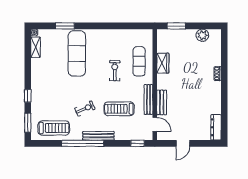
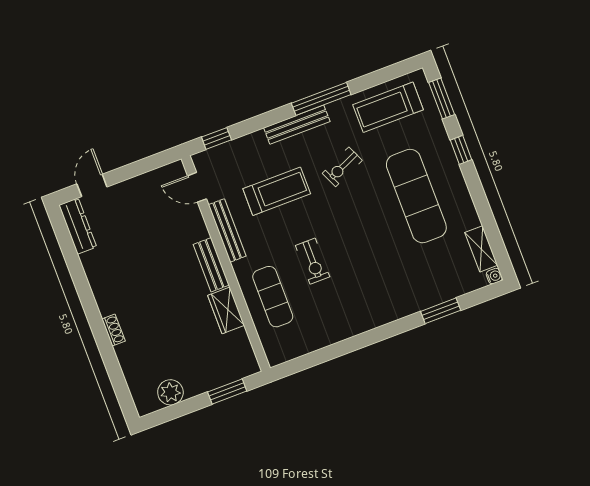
exercise mat: (77, 53) -> (416, 196), moved
bench: (162, 102) -> (211, 265), moved
window: (83, 143) -> (321, 99), width x0.68
door: (183, 143) -> (92, 185), moved

